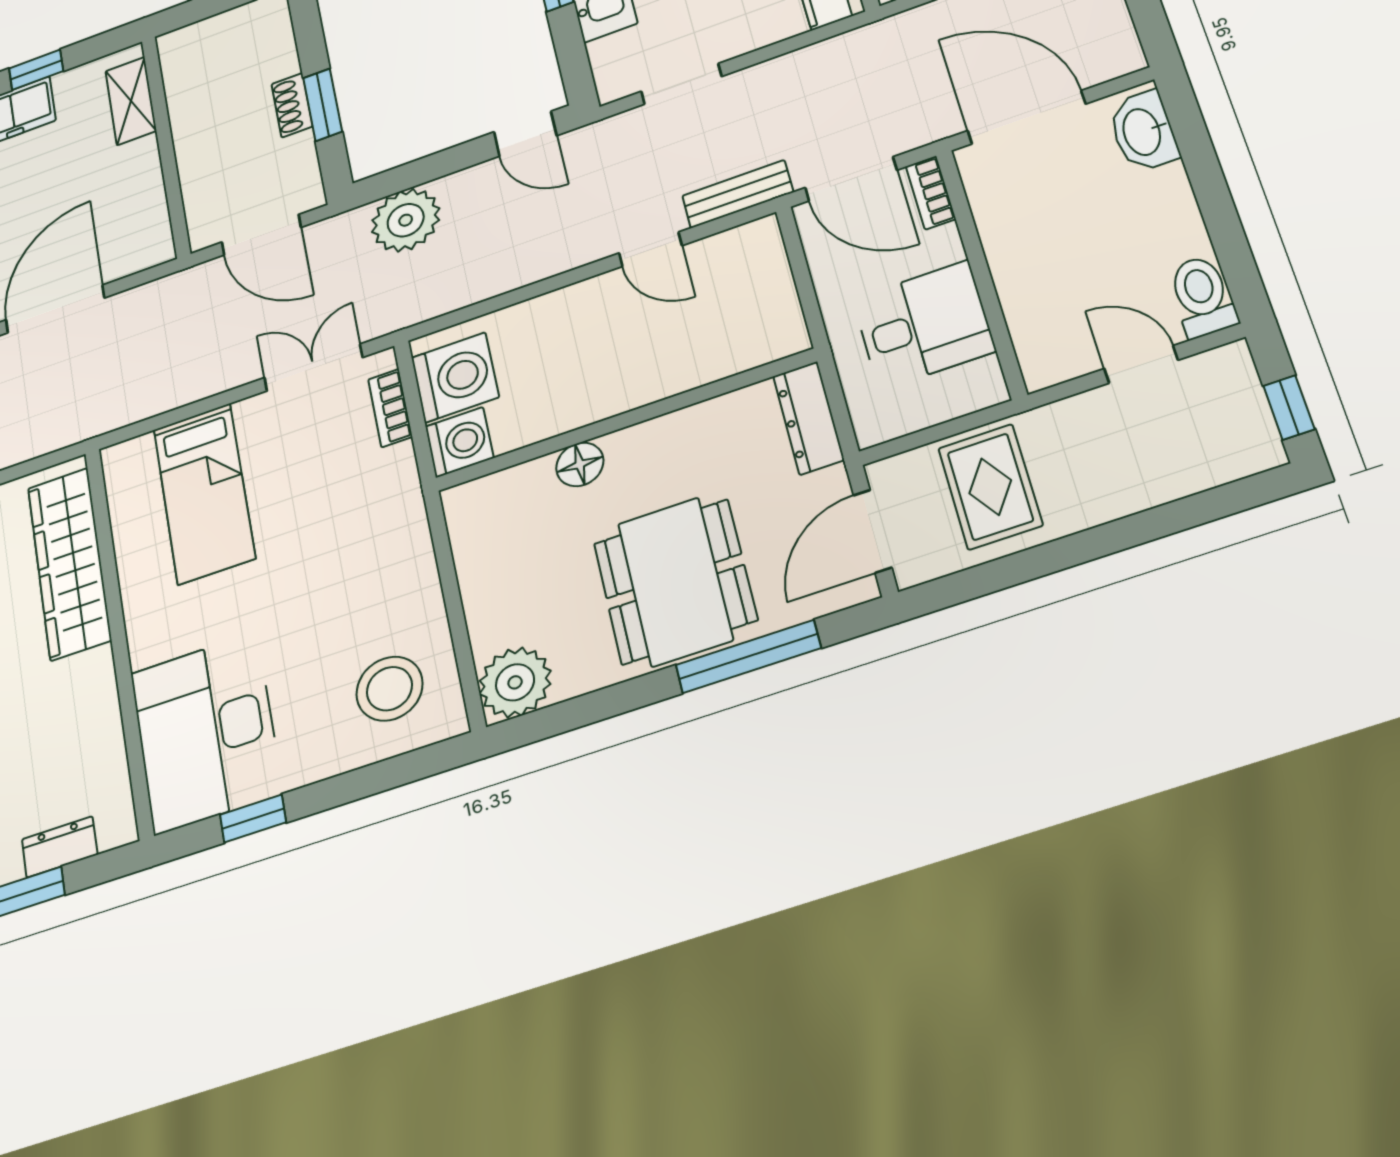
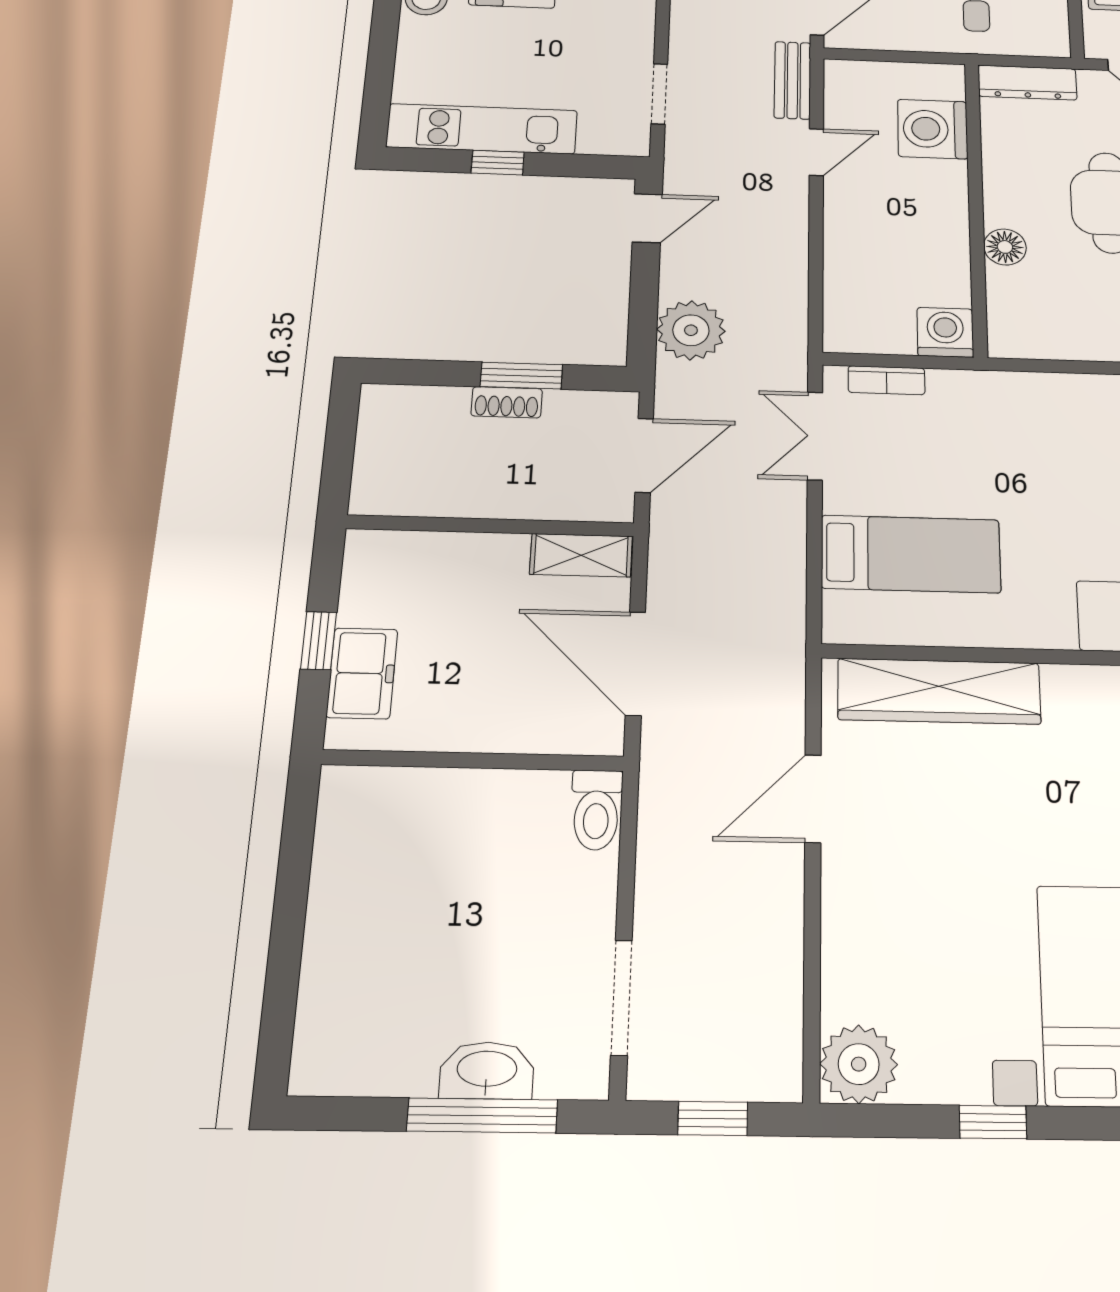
shelving: (131, 101) -> (581, 555), moved
washing machine: (455, 377) -> (933, 129), moved, turned -90

